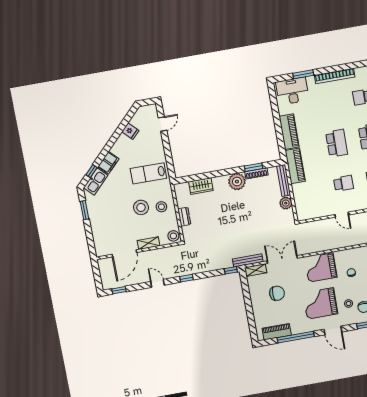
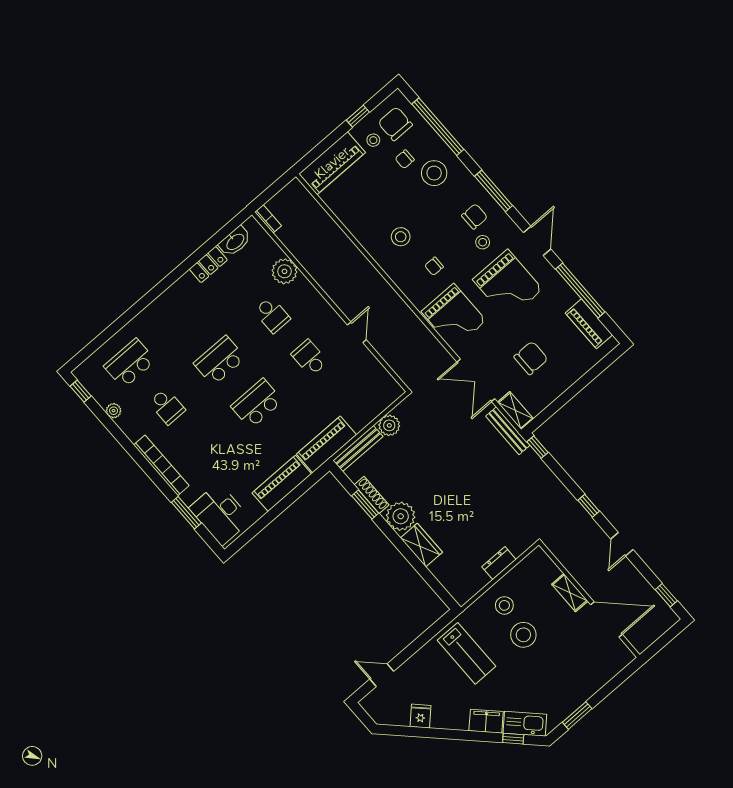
wardrobe: (201, 186) -> (421, 545), moved
stool: (173, 236) -> (537, 562), removed
chair: (277, 293) -> (531, 358), turned 90

